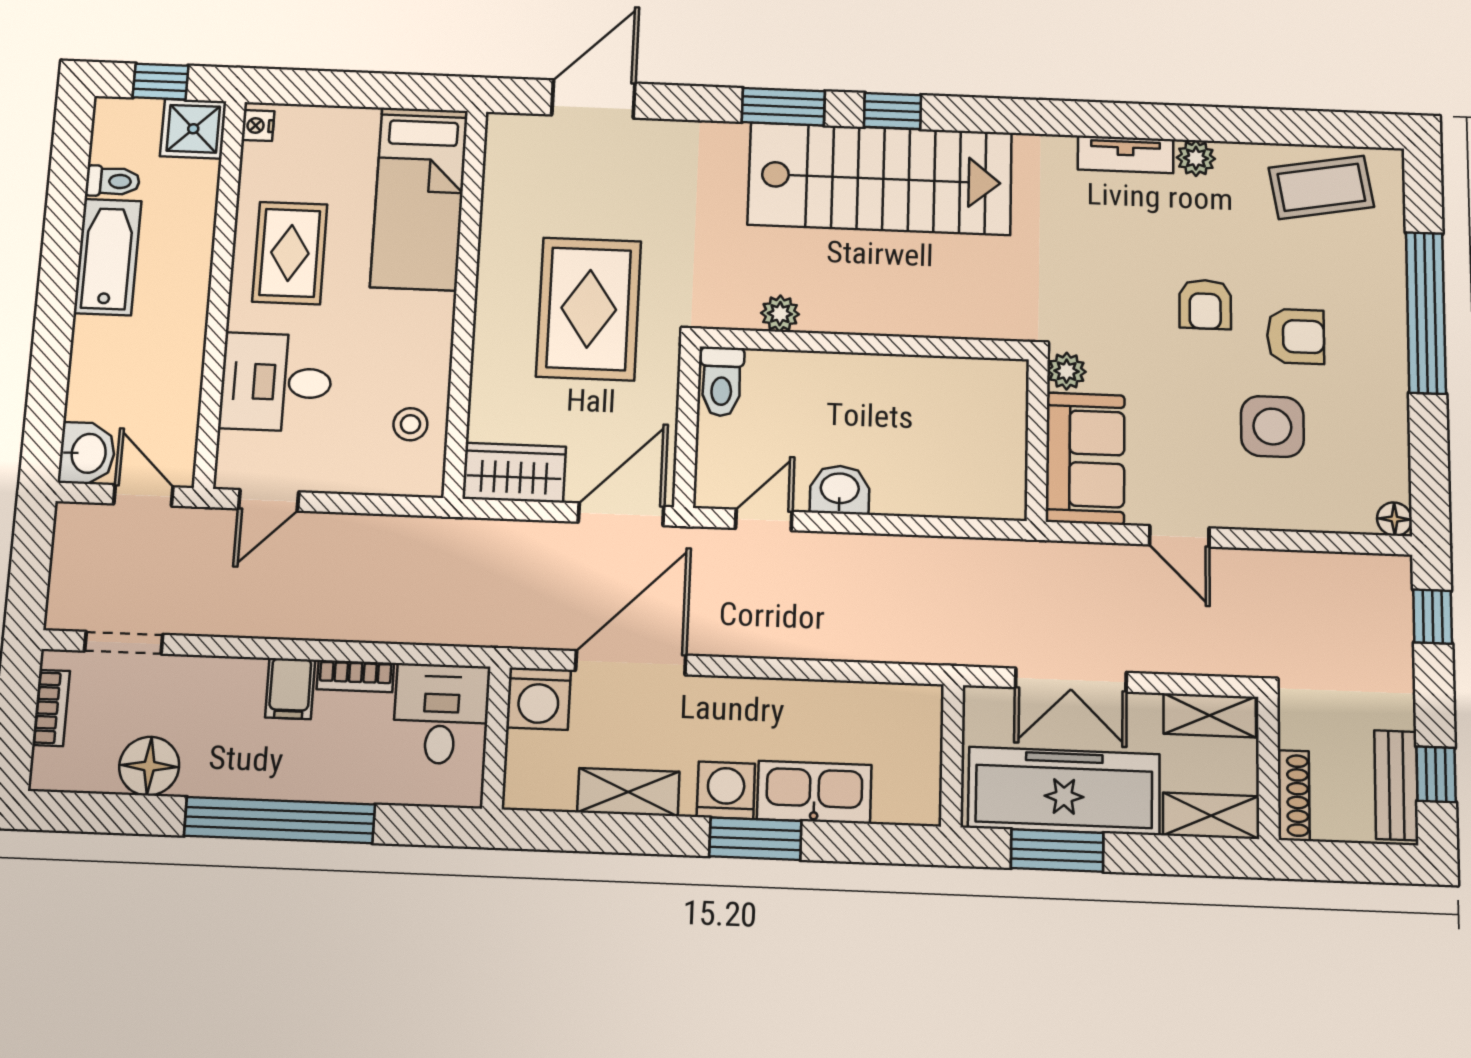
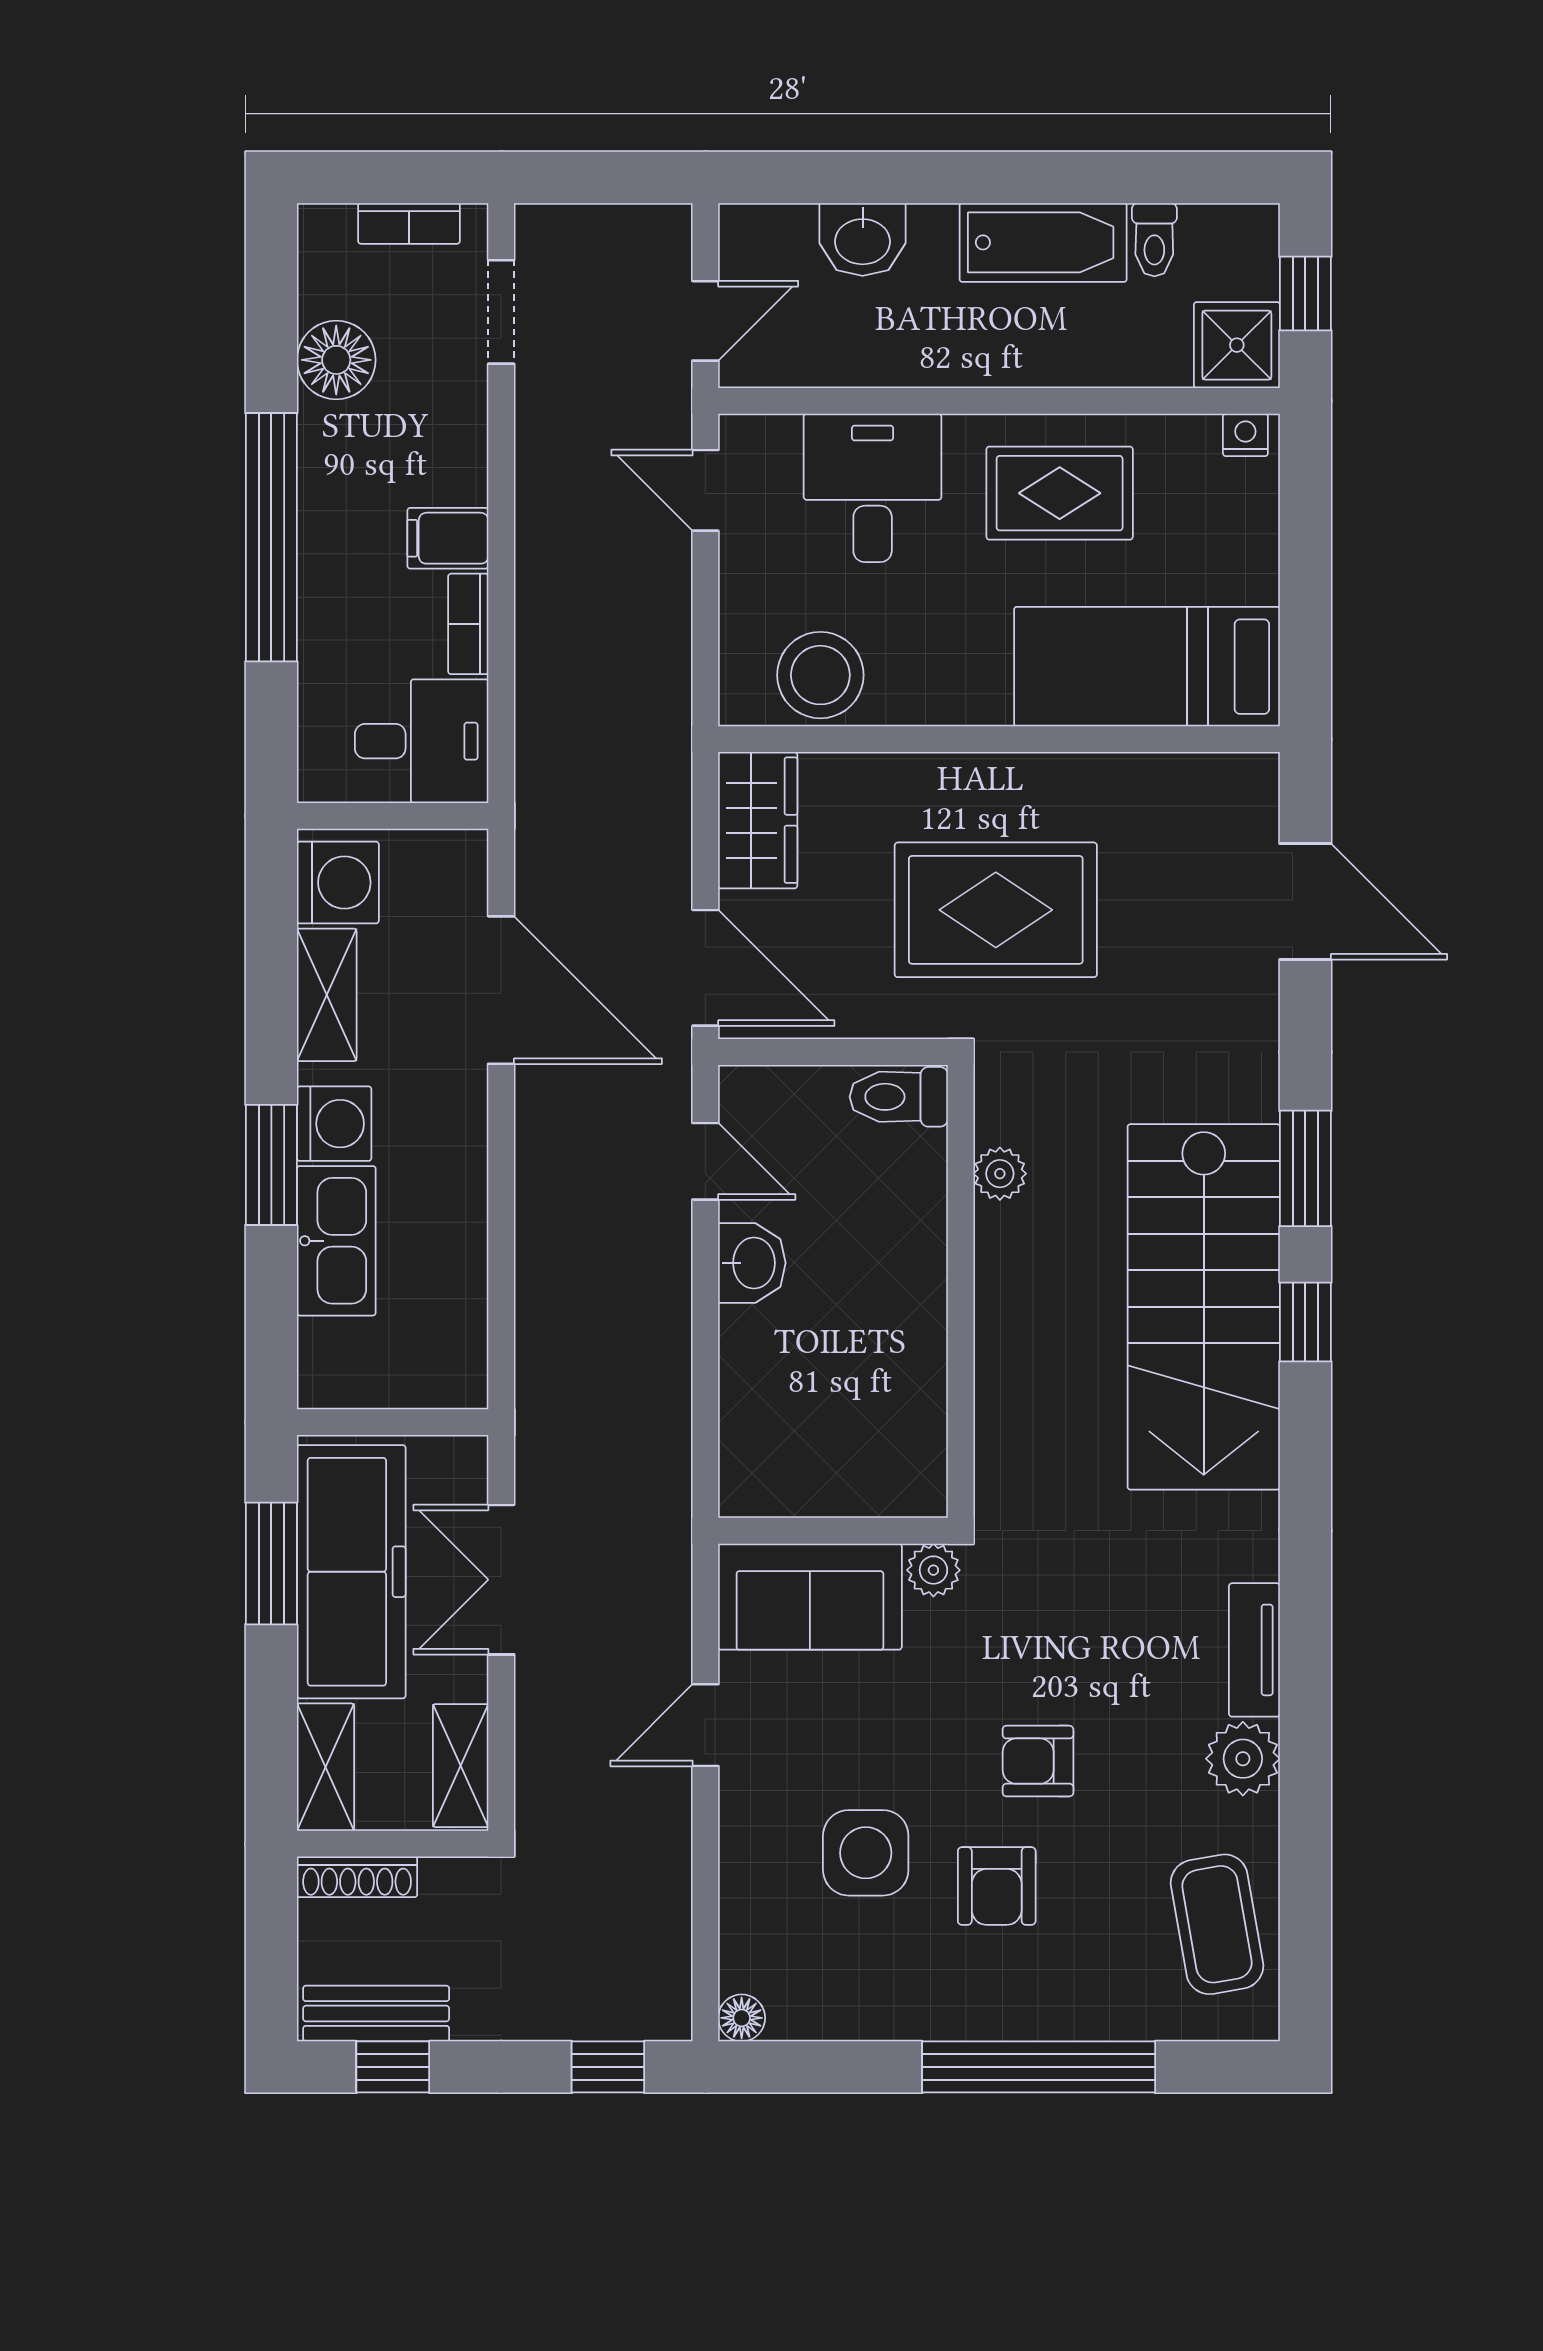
plant: (1196, 158) -> (1243, 1759), width x1.38, depth x1.38
stool: (410, 424) -> (820, 675), width x1.89, depth x1.89
washbasin: (87, 453) -> (863, 239), moved
washing machine: (539, 699) -> (338, 883), moved, turned 180

